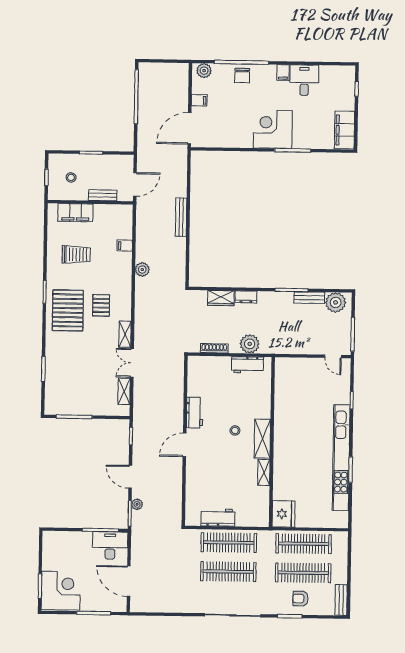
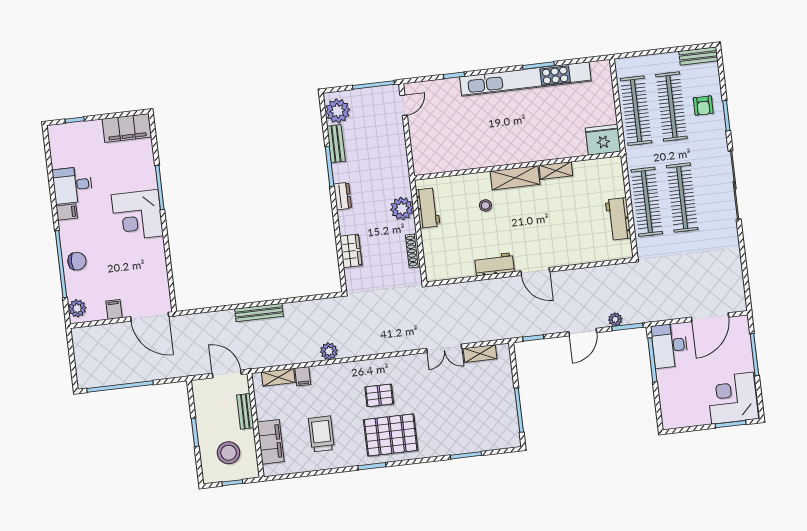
stool: (71, 177) -> (229, 453), width x1.89, depth x1.89
dresser: (246, 297) -> (343, 196), moved
shelving: (125, 334) -> (278, 377), moved
stool: (235, 430) -> (485, 205), moved

